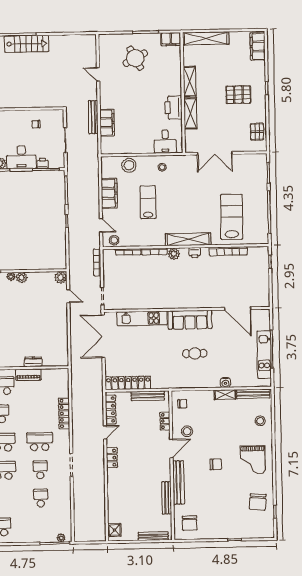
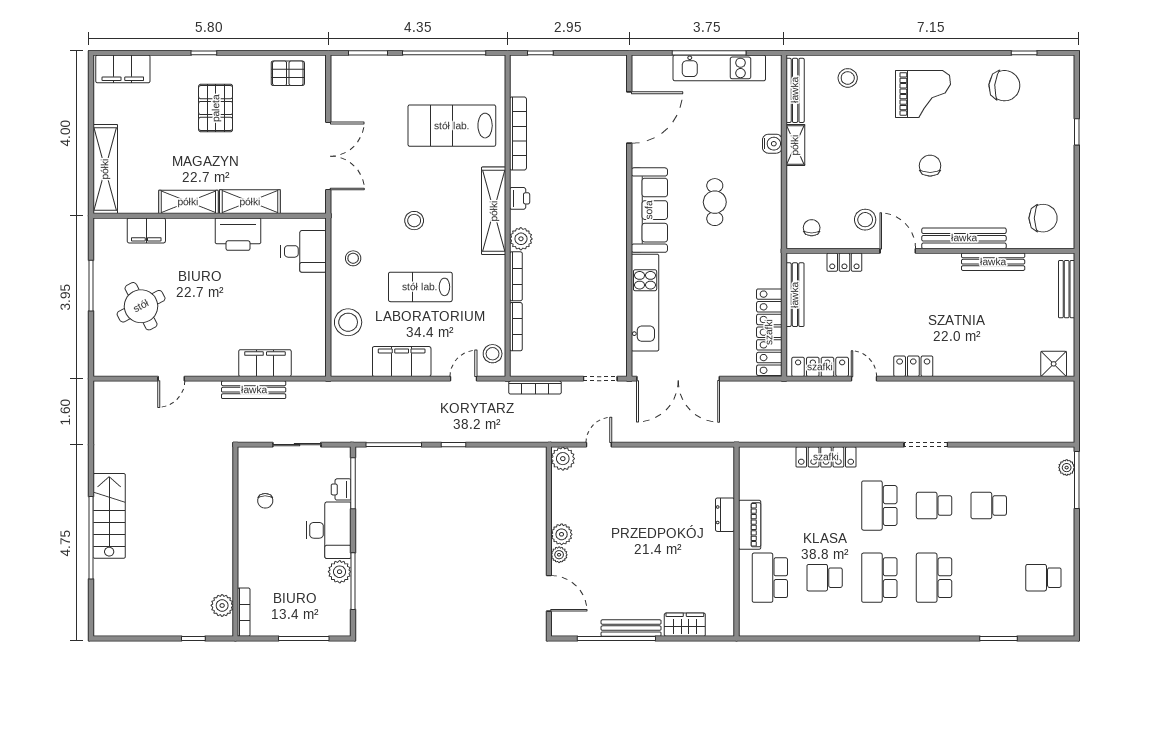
filing cabinet: (171, 39) -> (146, 230), moved, turned 90
stool: (182, 198) -> (414, 221), added

